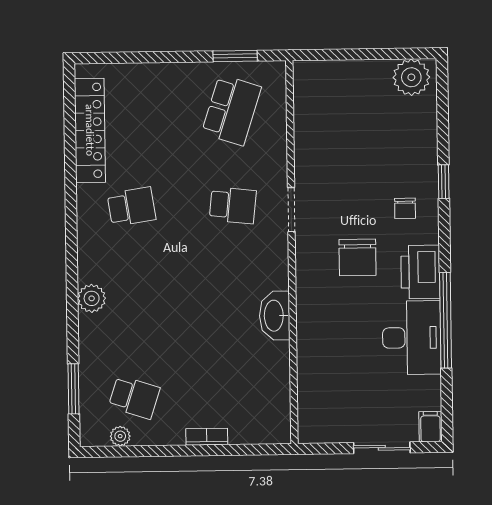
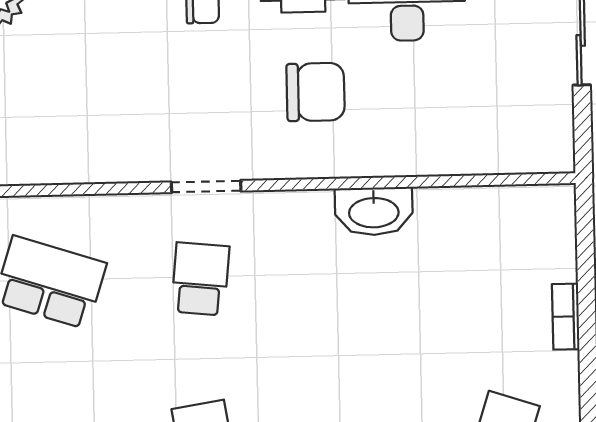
chair: (358, 257) -> (316, 92), moved

